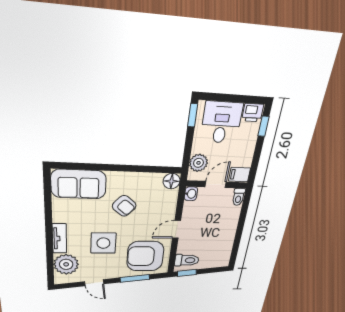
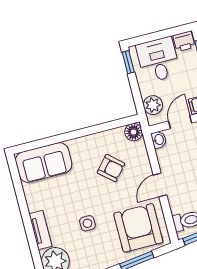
armchair: (124, 206) -> (111, 168), moved
side table: (103, 243) -> (87, 223), width x0.54, depth x0.54
armchair: (145, 256) -> (138, 228), turned 90

